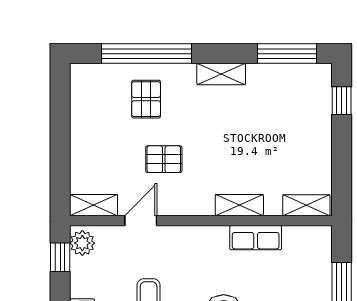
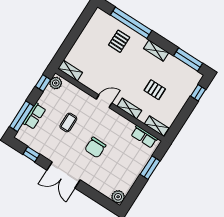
pallet: (164, 159) -> (155, 90), moved
door: (141, 221) -> (104, 101), moved
row of seats: (256, 238) -> (144, 137), moved

